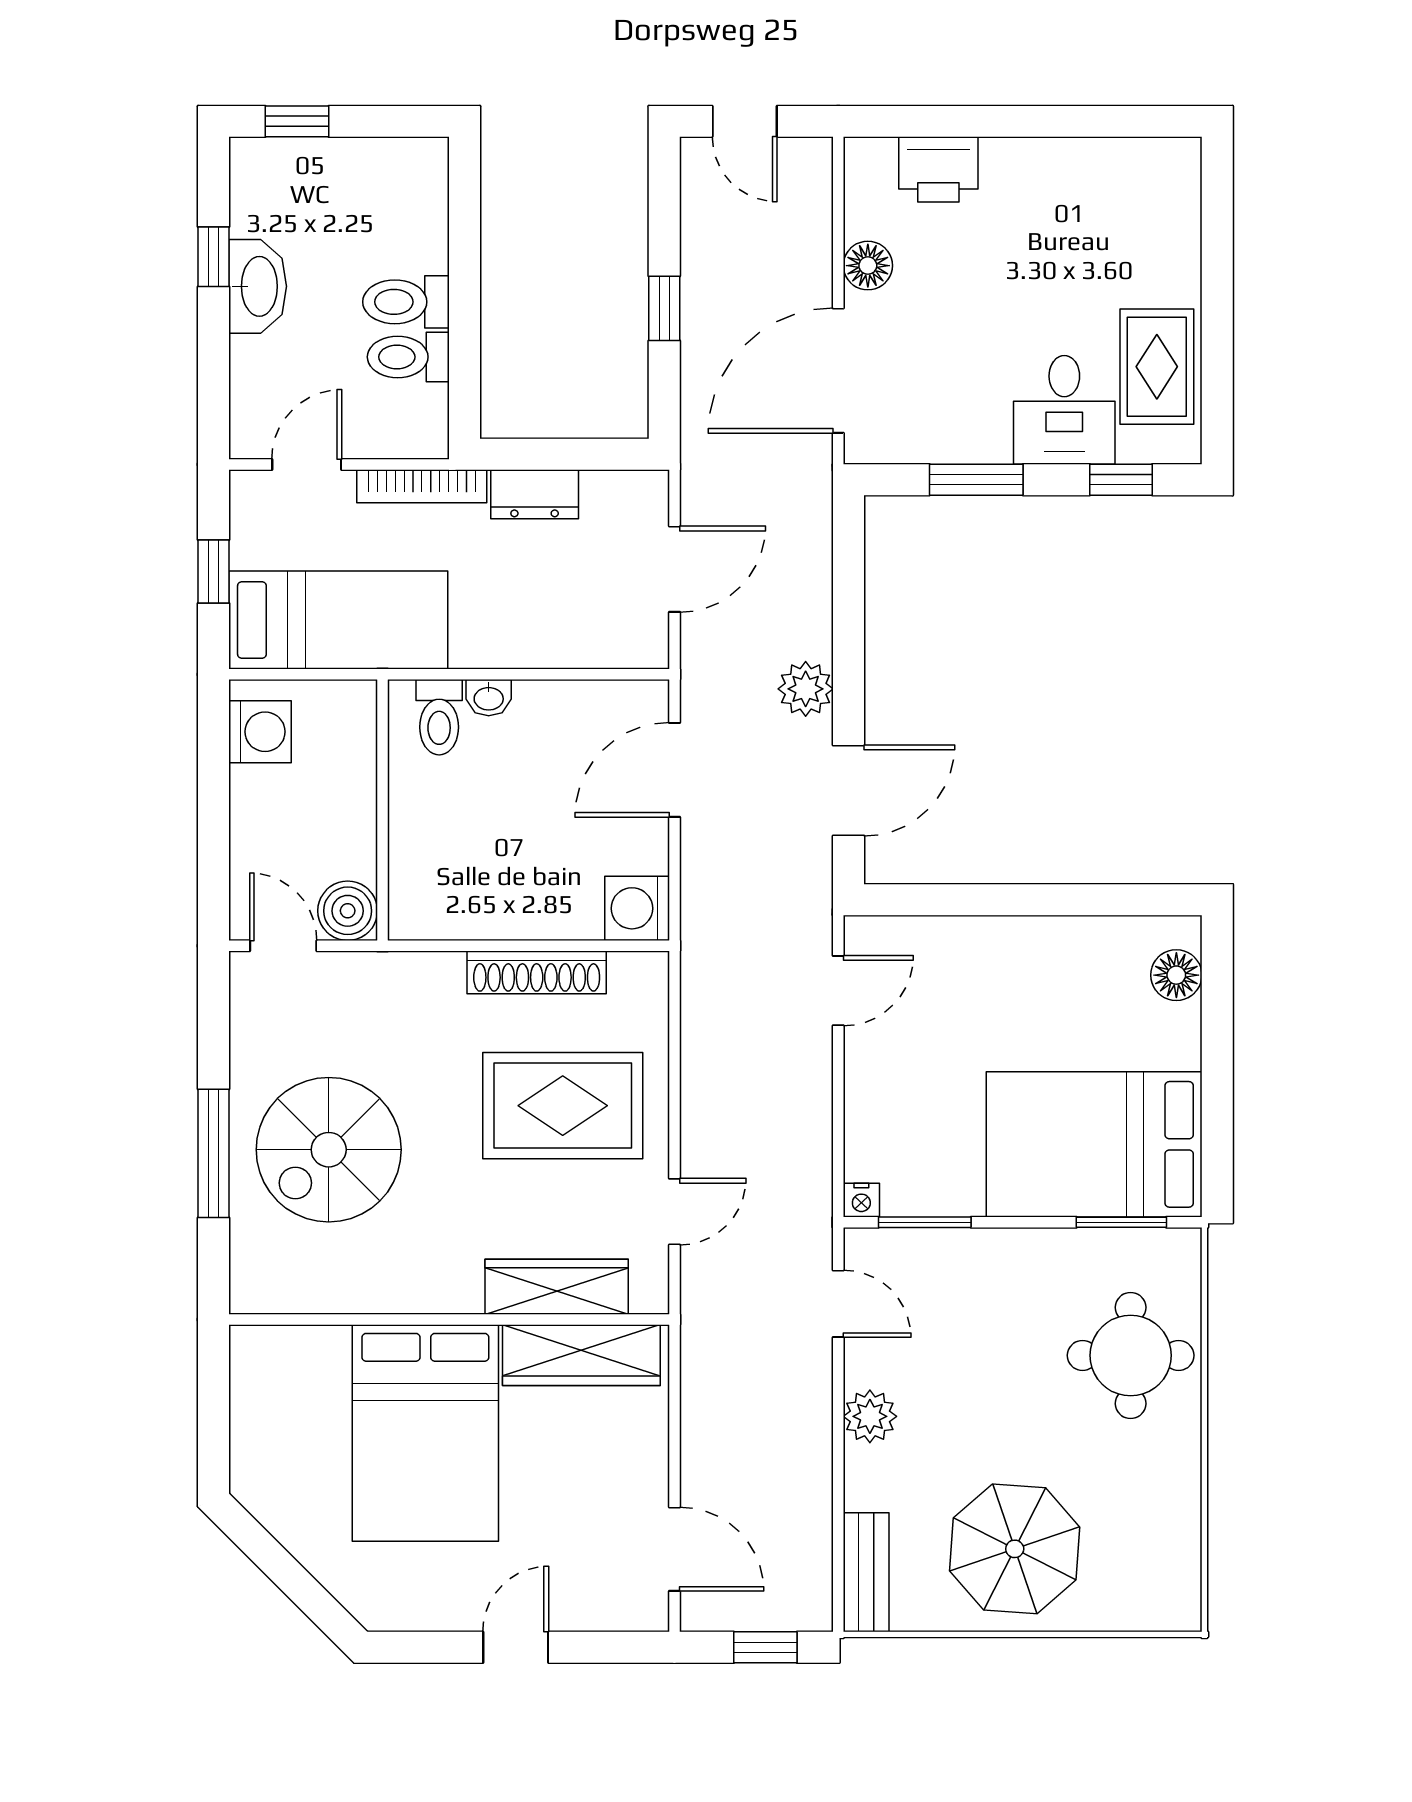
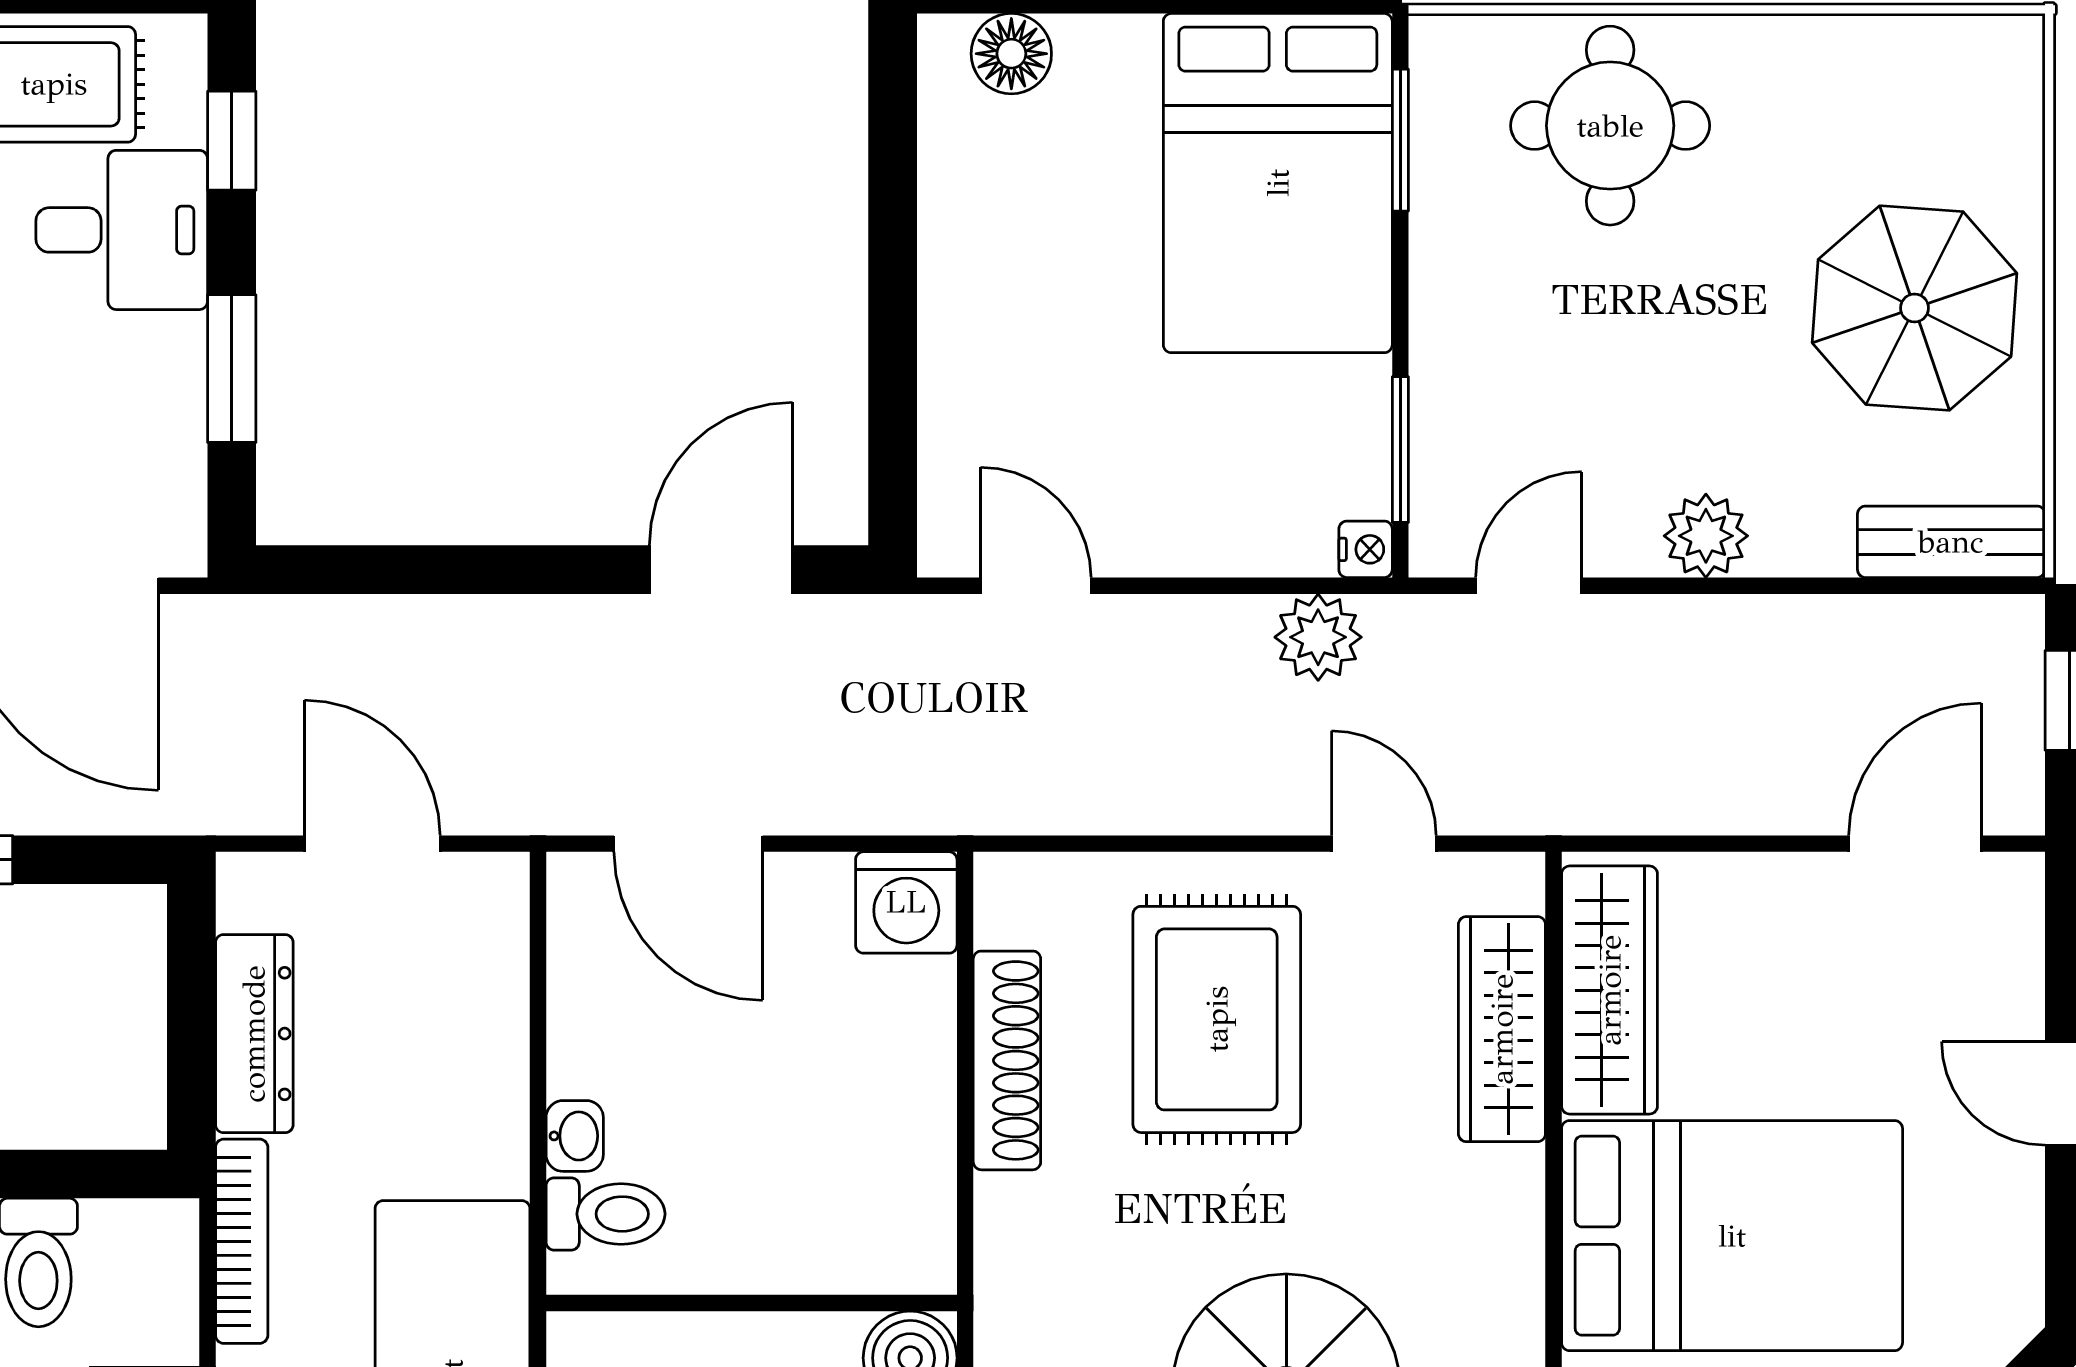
dresser: (535, 494) -> (254, 1034), width x1.44
plant: (806, 689) -> (1318, 637), moved
door: (849, 791) -> (721, 570), hinge flipped

